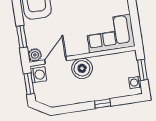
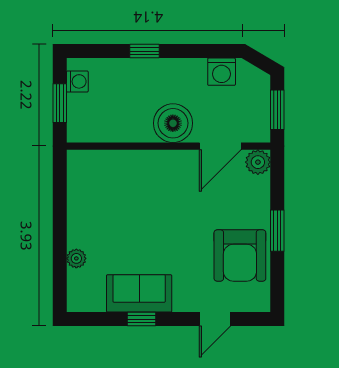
corner sofa: (110, 34) -> (110, 181), removed
window: (22, 37) -> (277, 231), moved
washing machine: (38, 75) -> (222, 72), moved, turned -90

